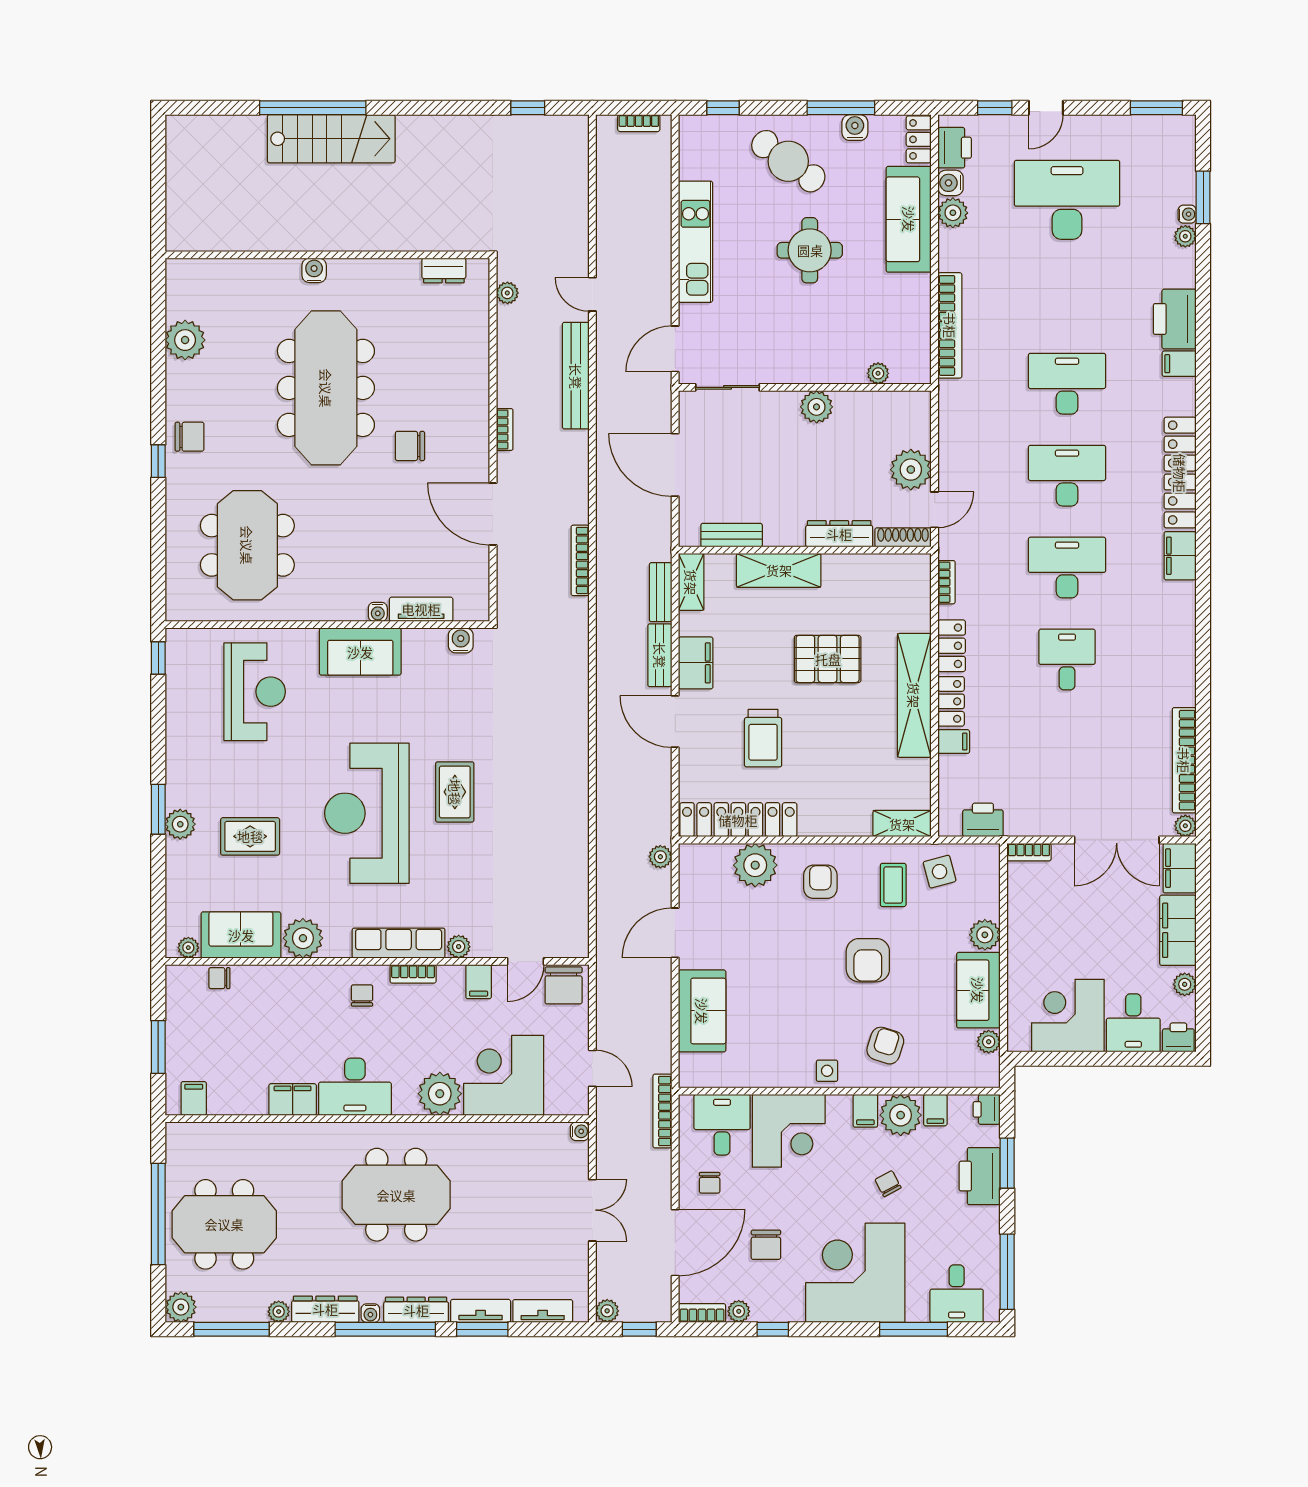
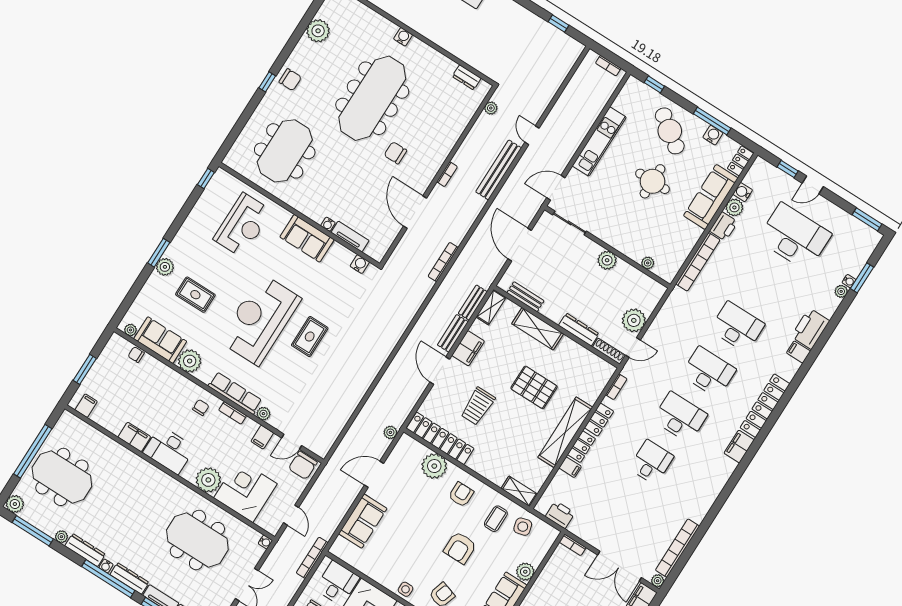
printer: (955, 148) -> (724, 226), moved
meeting table: (396, 1195) -> (197, 540), moved

